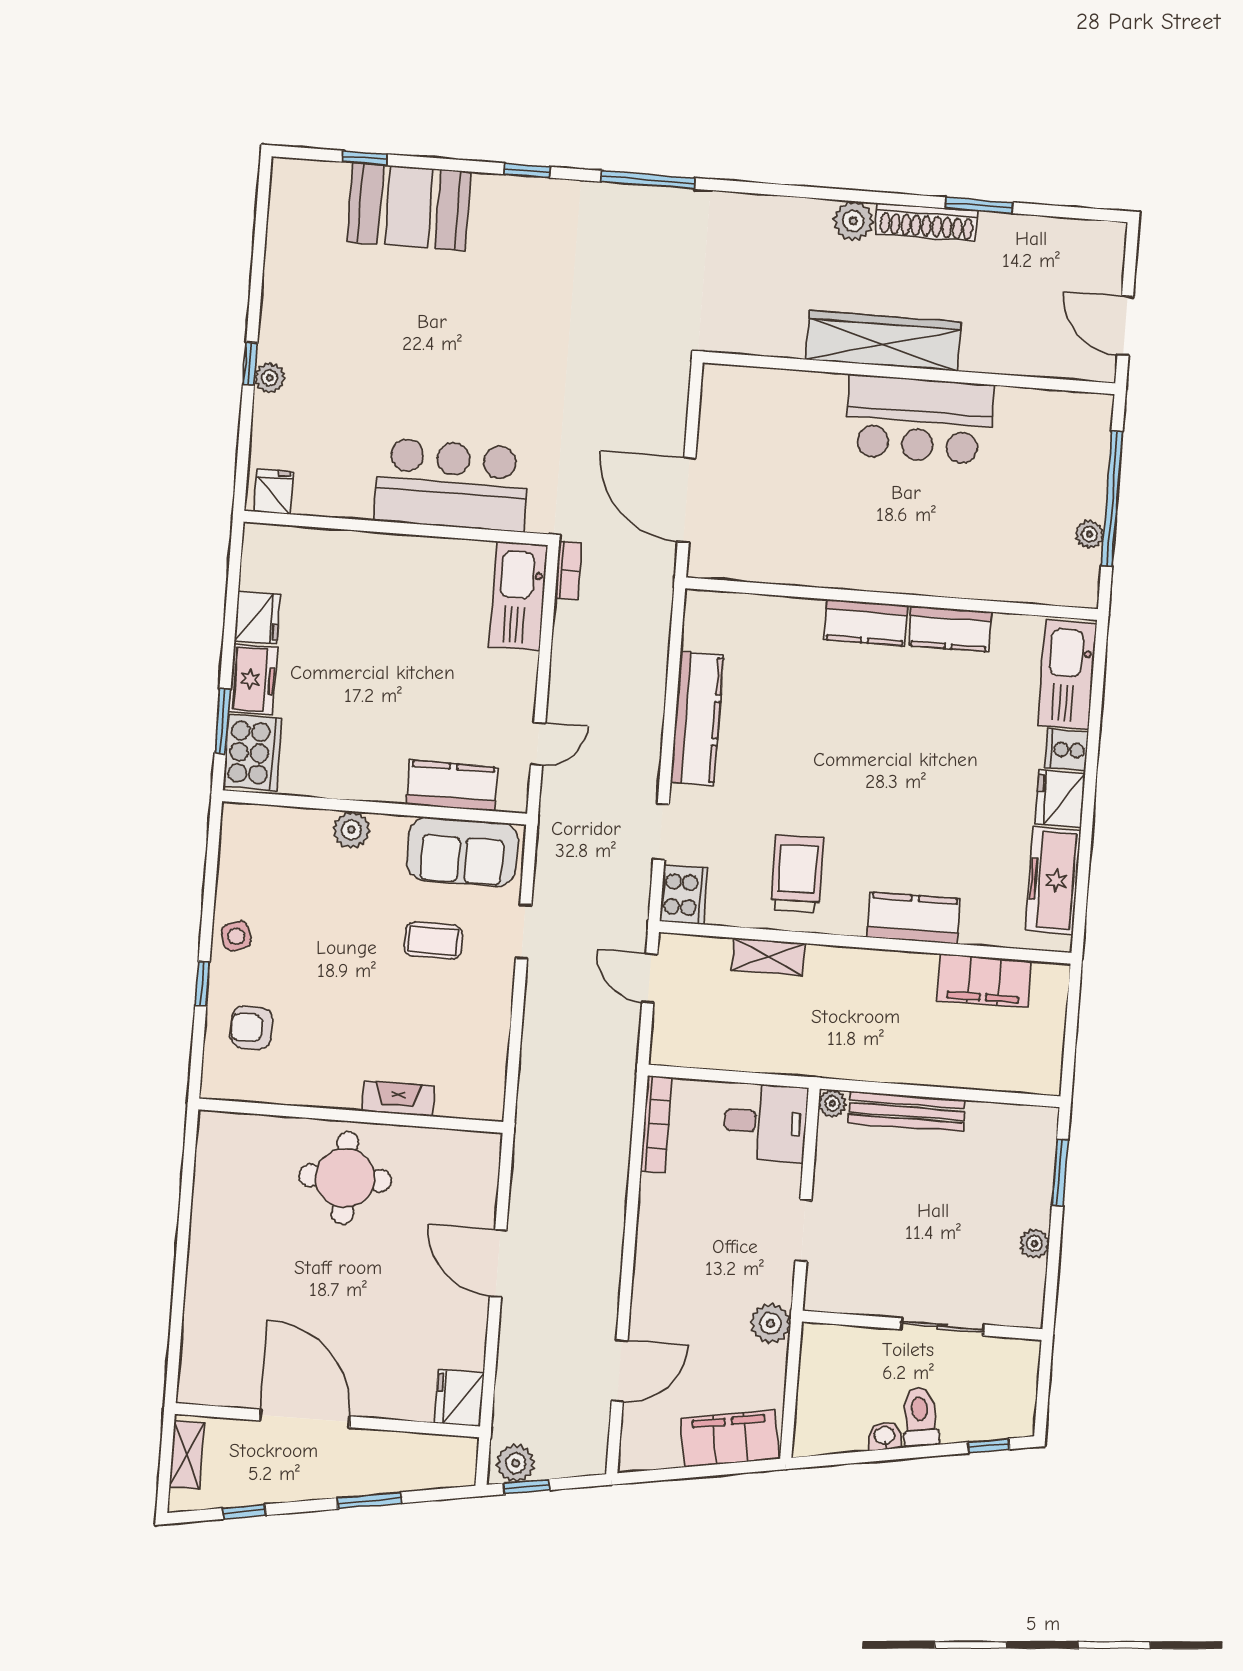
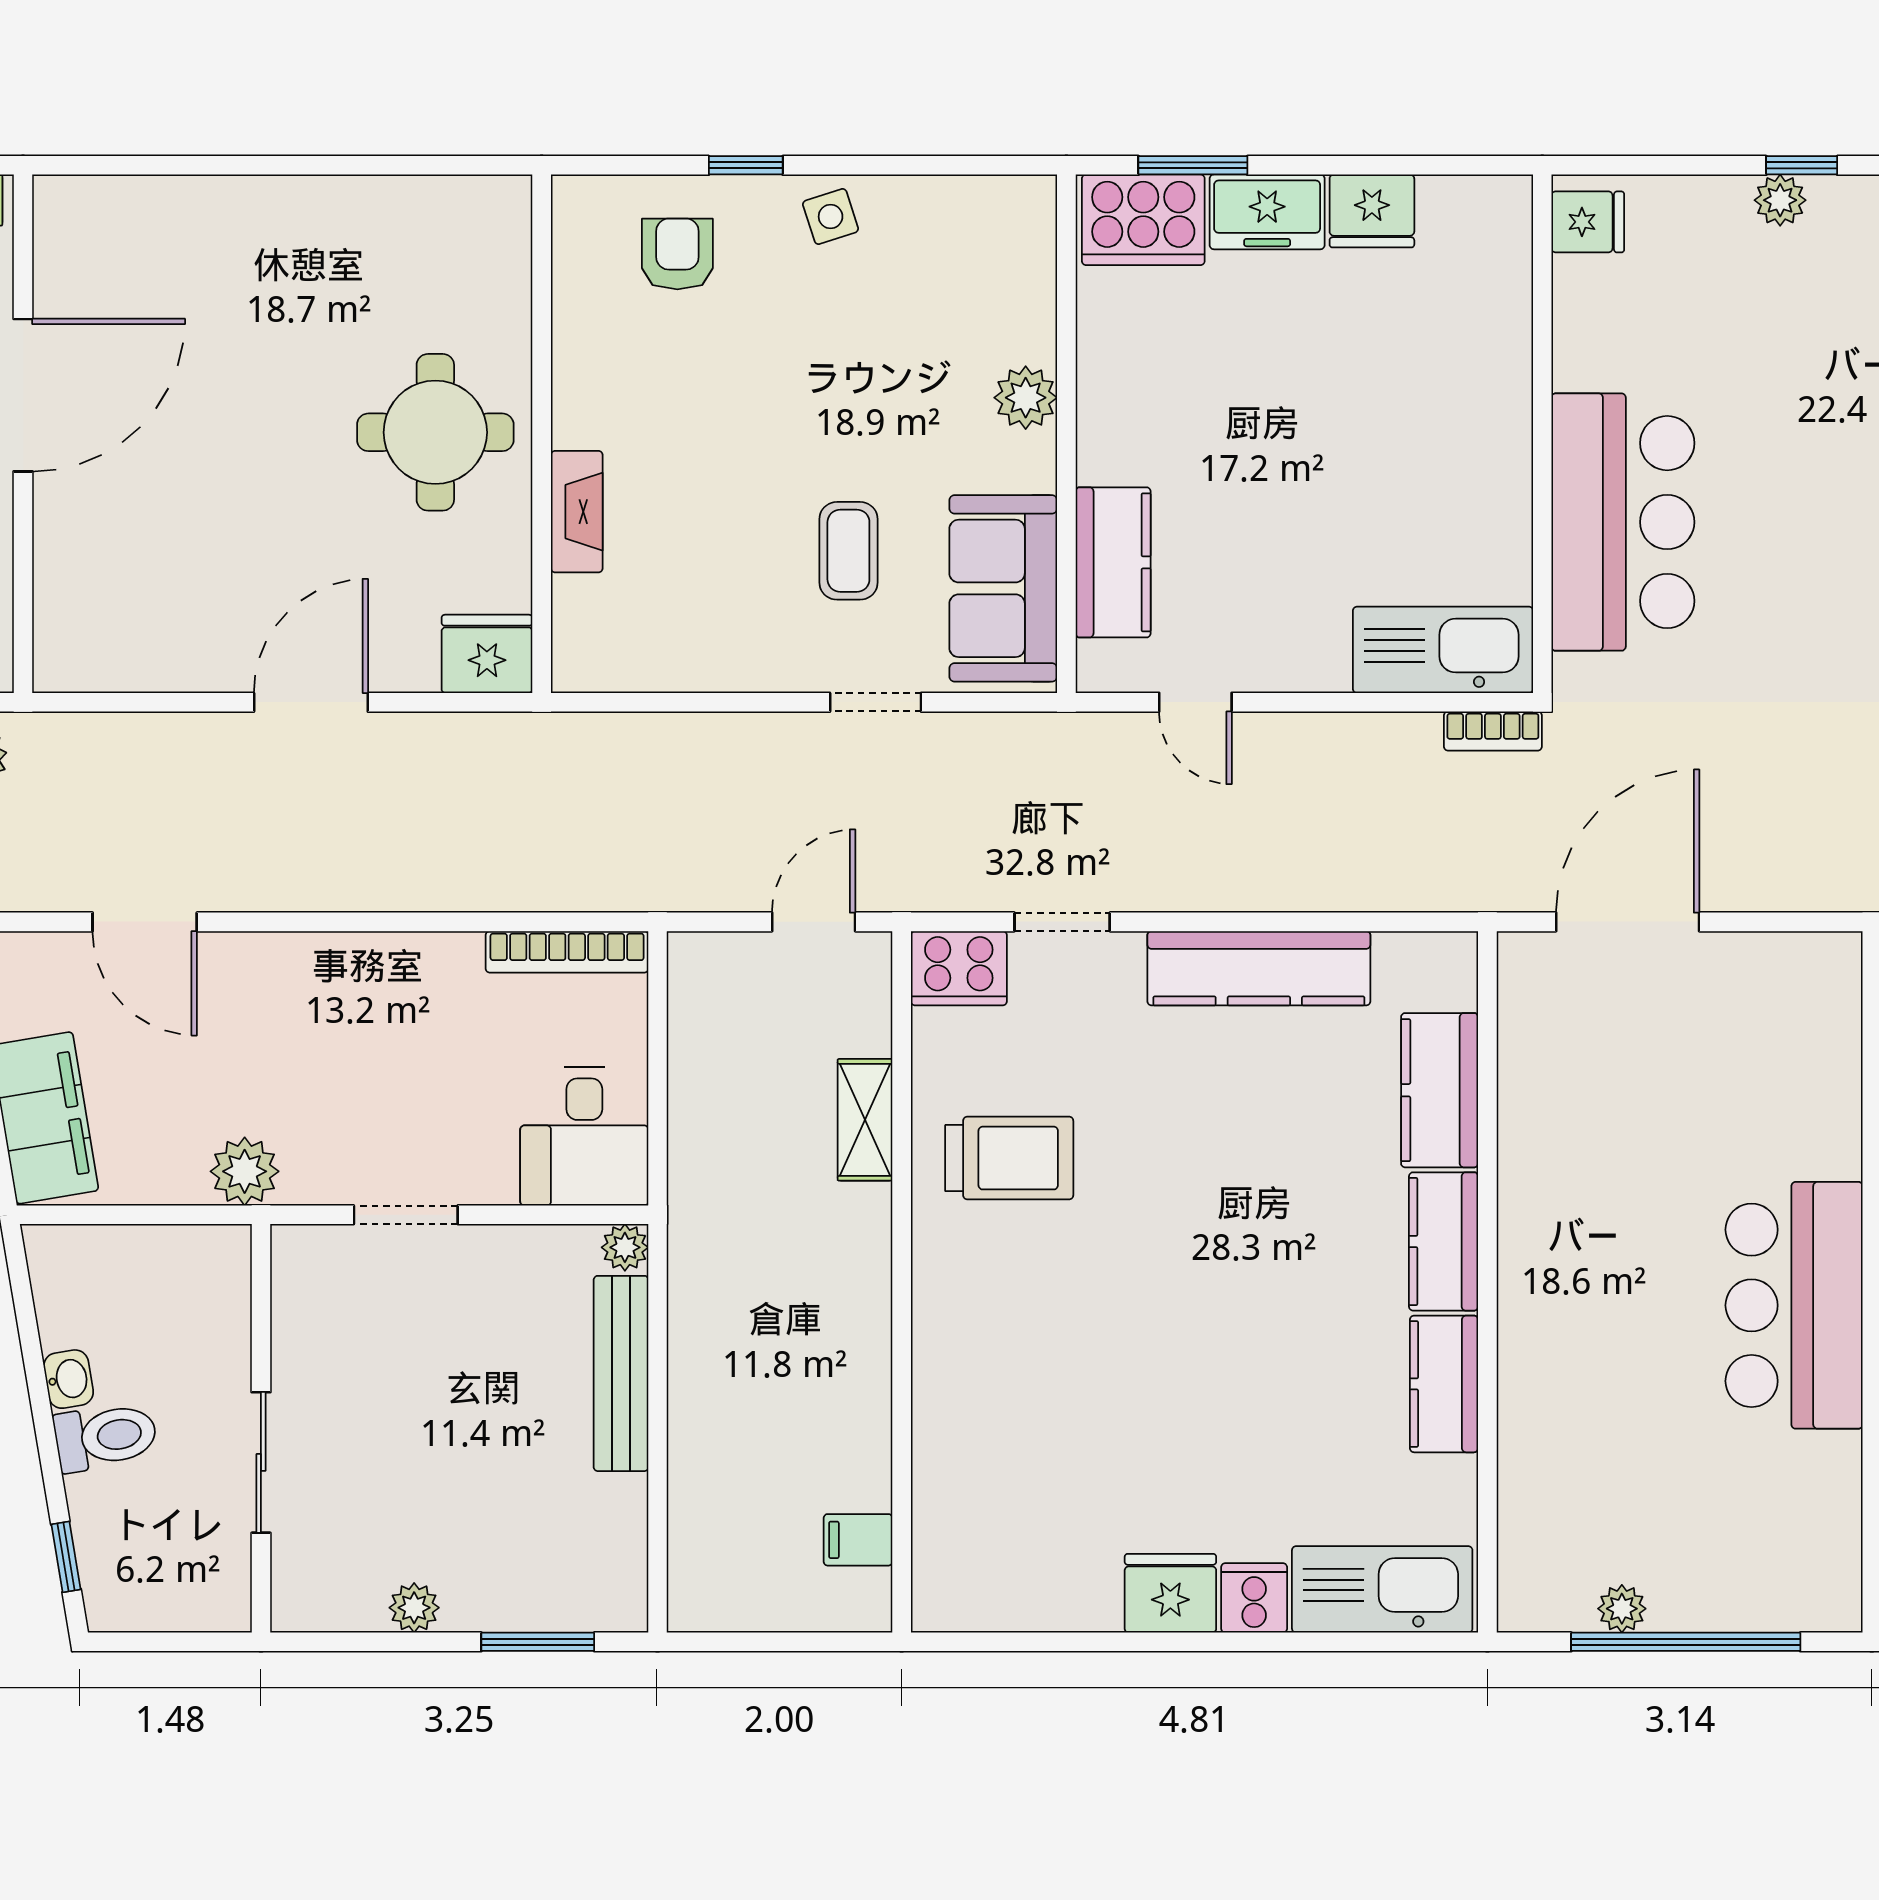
freezer: (1053, 880) -> (1031, 1592), removed
kitchen counter: (914, 918) -> (1440, 1090), moved, turned 180
filing cabinet: (984, 981) -> (858, 1540), width x0.33, depth x0.86
fridge: (459, 1398) -> (487, 654), moved

